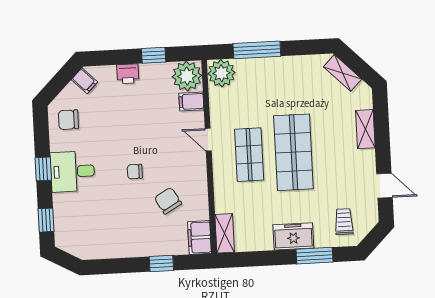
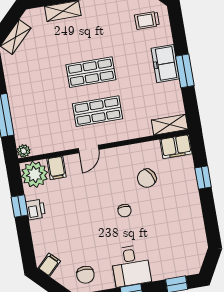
plant: (221, 73) -> (24, 151), width x0.53, depth x0.53
printer: (128, 74) -> (36, 210), moved
shop shelf: (293, 152) -> (91, 72), width x0.70, depth x0.74
window: (314, 256) -> (185, 71), moved

